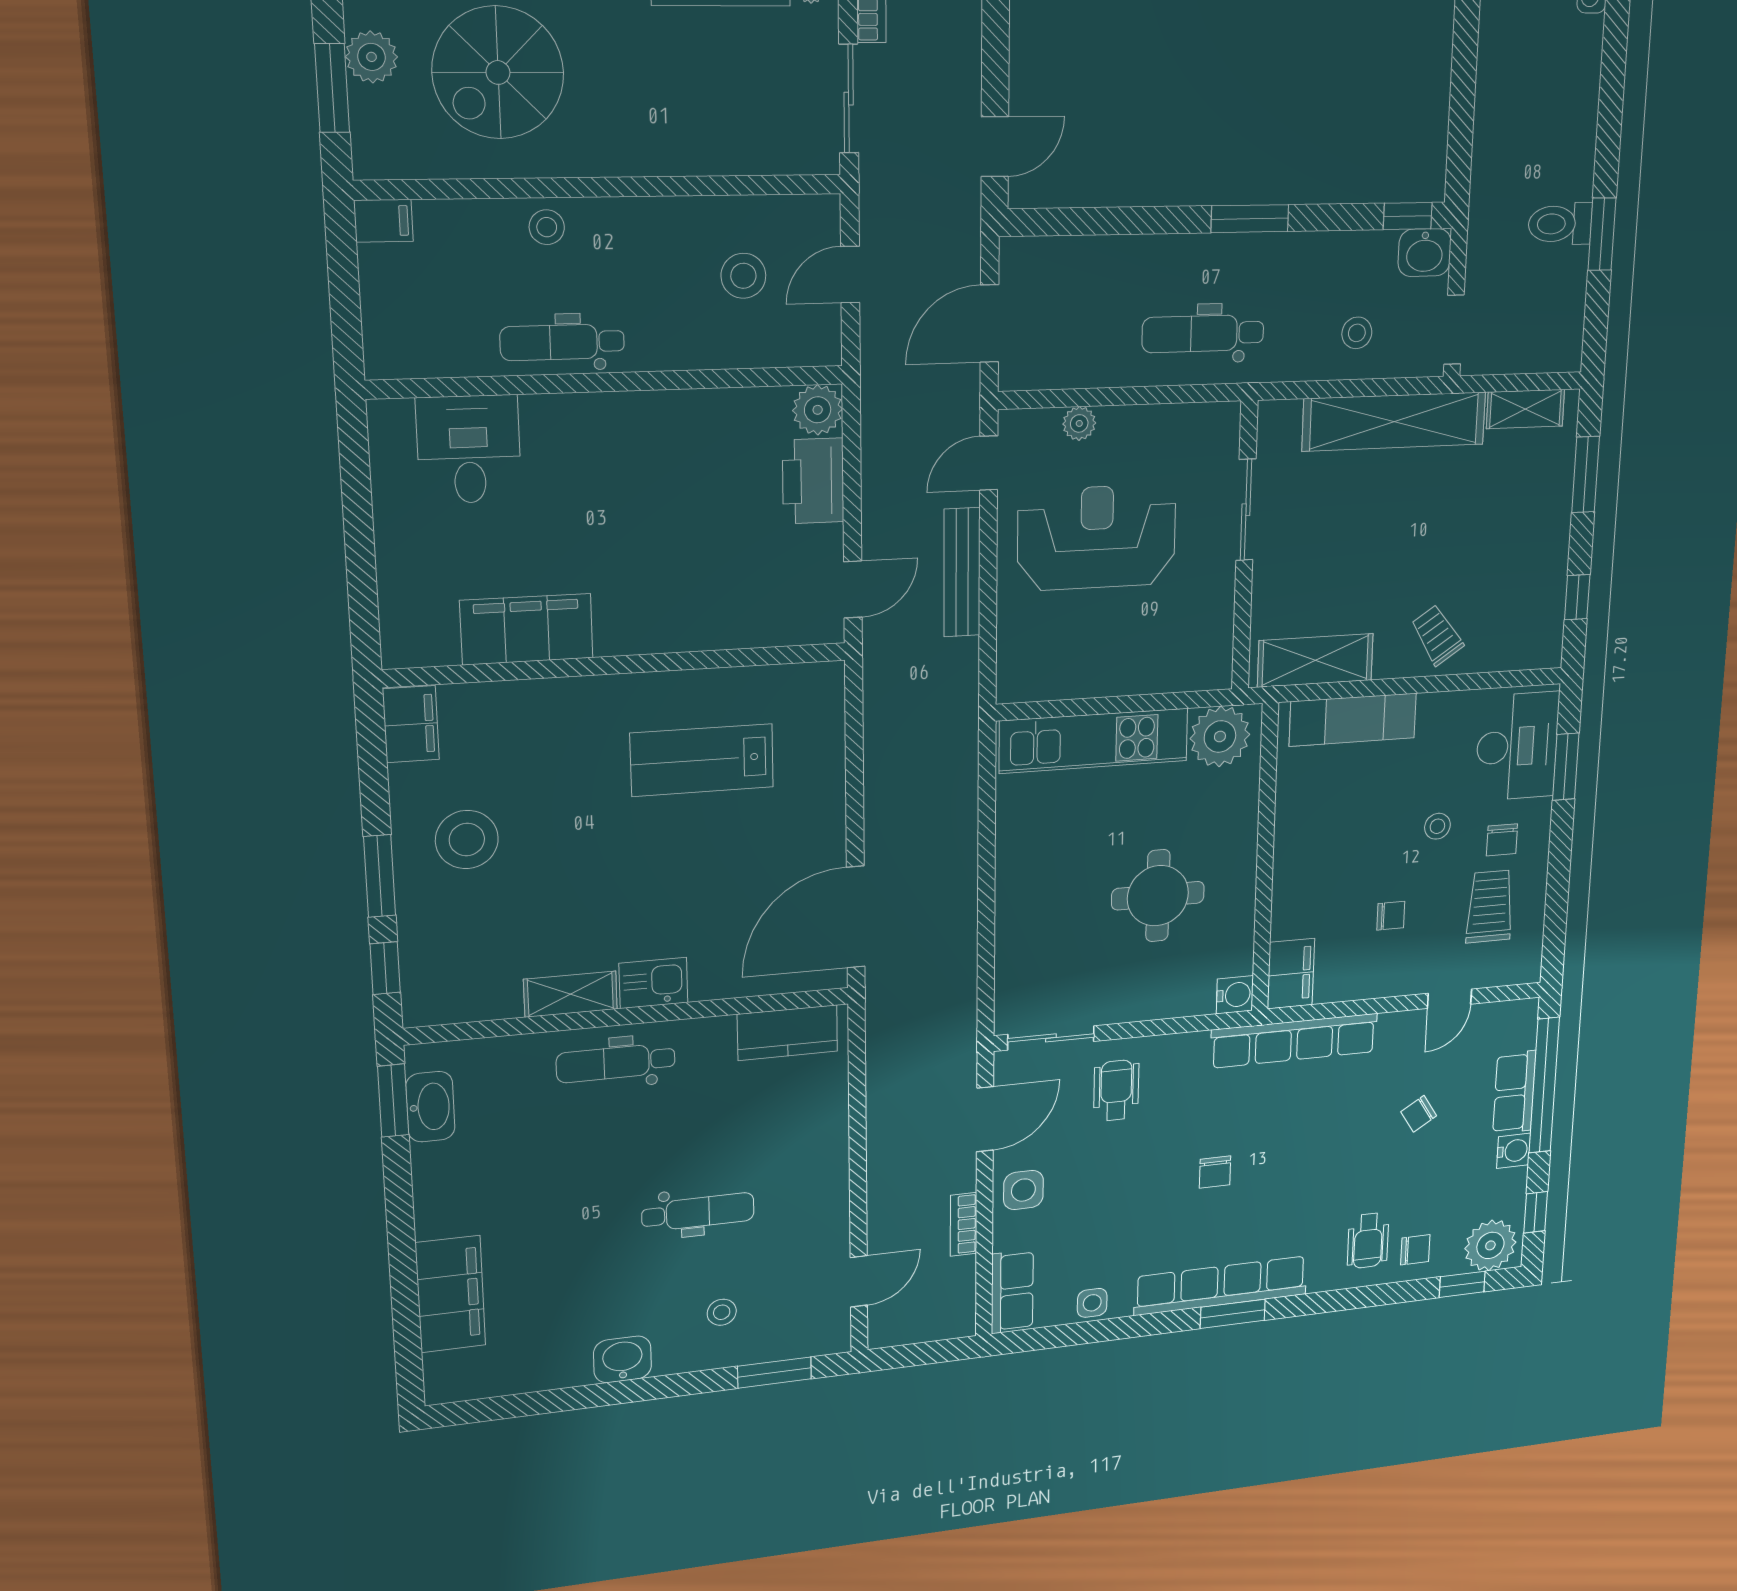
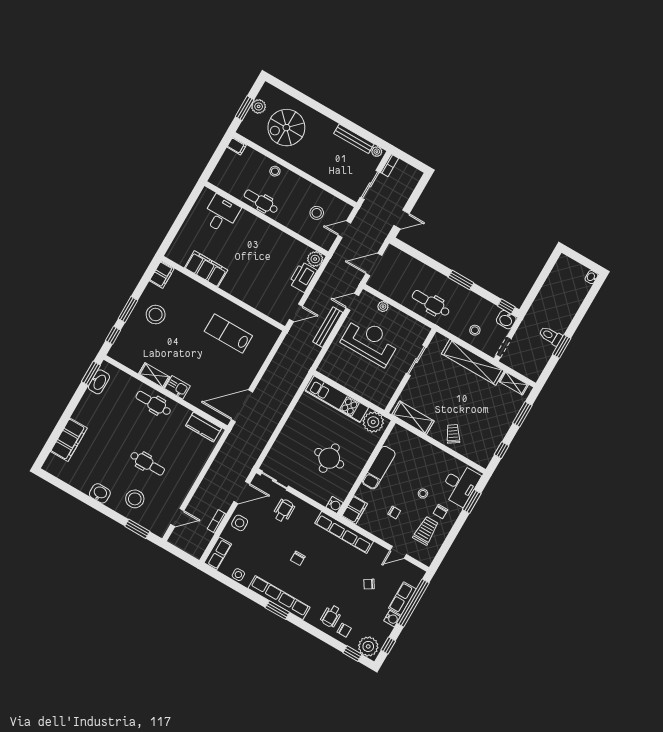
exam couch: (1353, 720) -> (379, 468), moved, turned -90
stool: (722, 1312) -> (135, 499), width x1.89, depth x1.89

